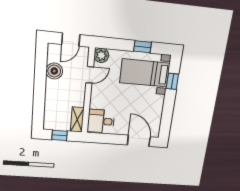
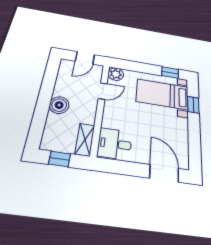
window: (142, 47) -> (170, 72), moved
boiler: (54, 71) -> (59, 105), moved

